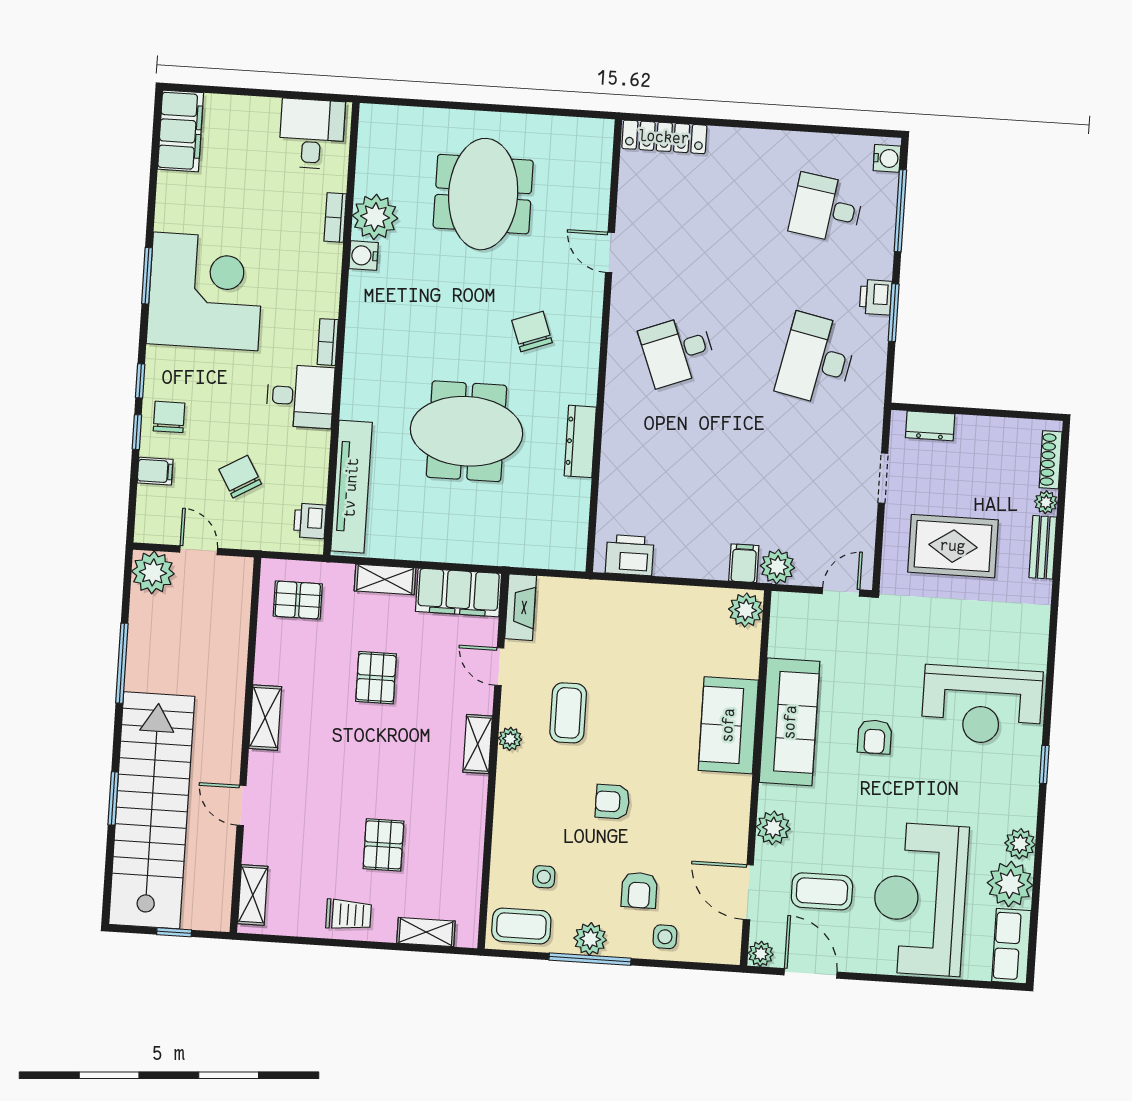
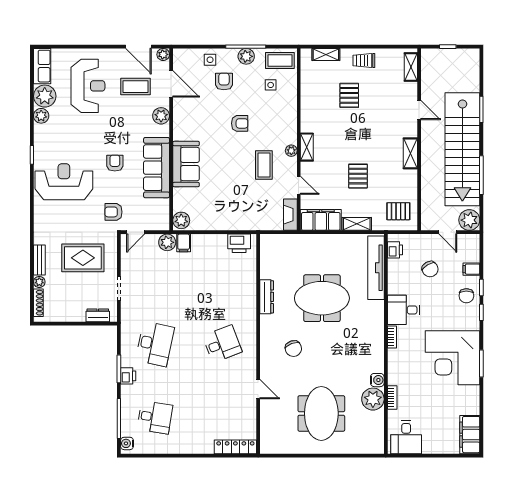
armchair: (884, 636) -> (113, 212), added
stairs: (152, 810) -> (462, 149), moved
reception desk: (920, 899) -> (88, 86), width x0.74, depth x0.77

